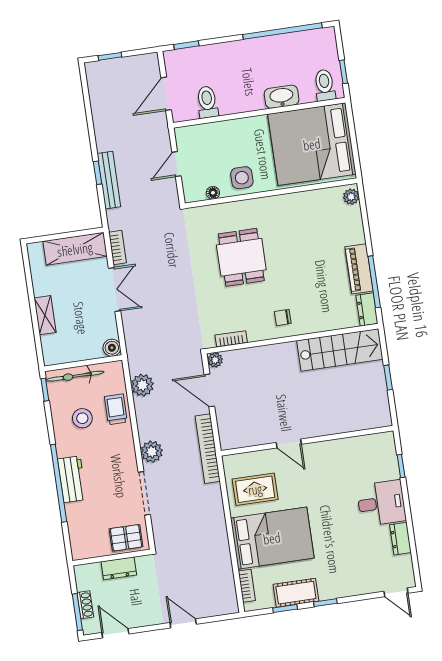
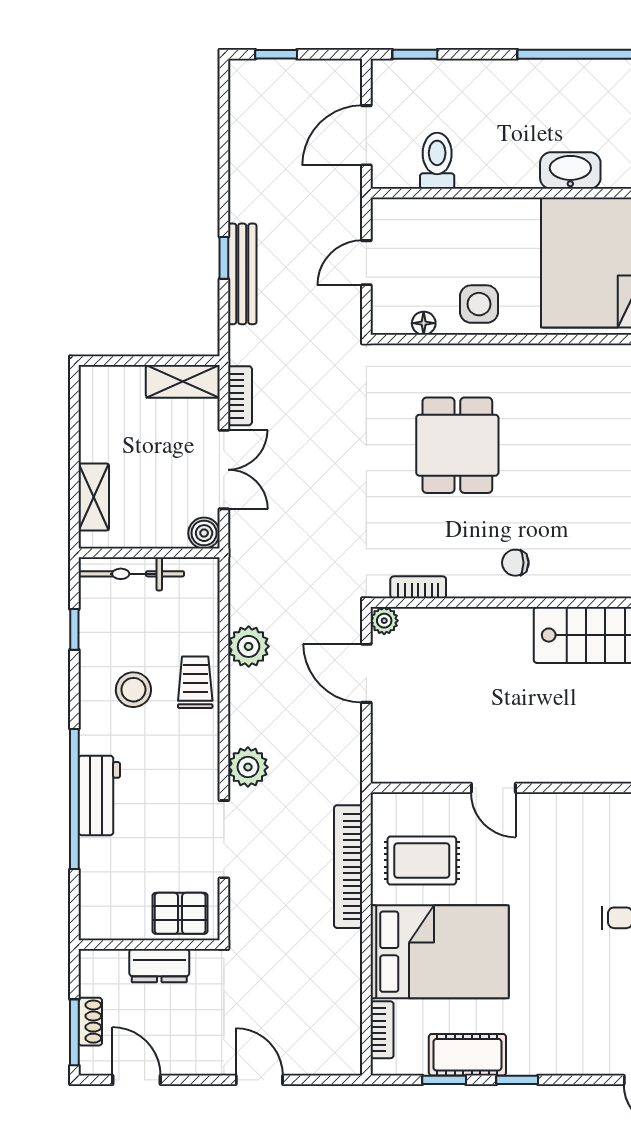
shelving: (75, 249) -> (183, 381), width x0.67, depth x0.75
boiler: (112, 348) -> (204, 533), moved
wall: (83, 363) -> (149, 553), moved
bicycle: (75, 376) -> (131, 574), moved
bookcase: (208, 449) -> (348, 867), moved

